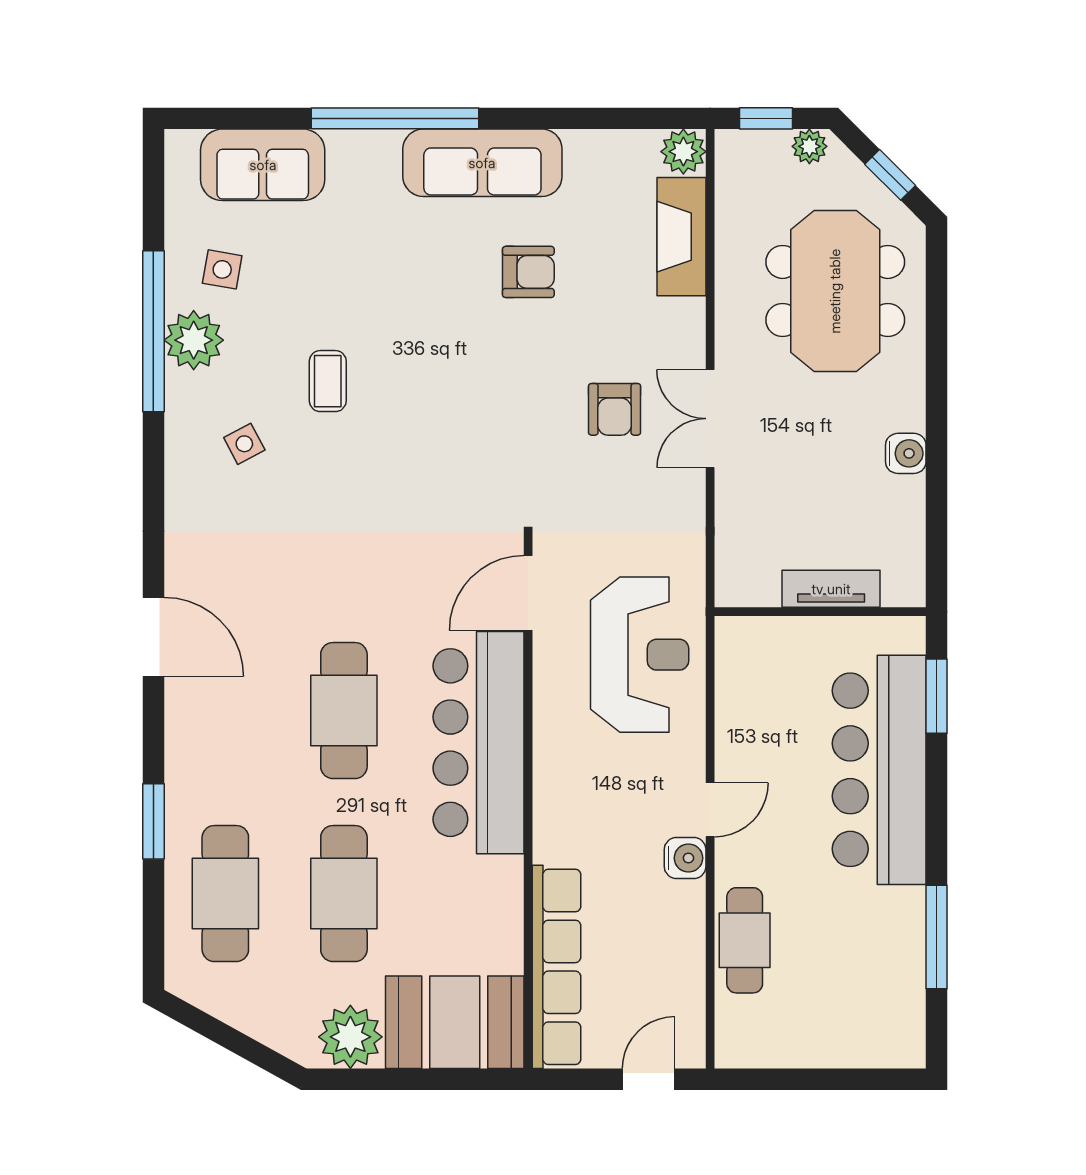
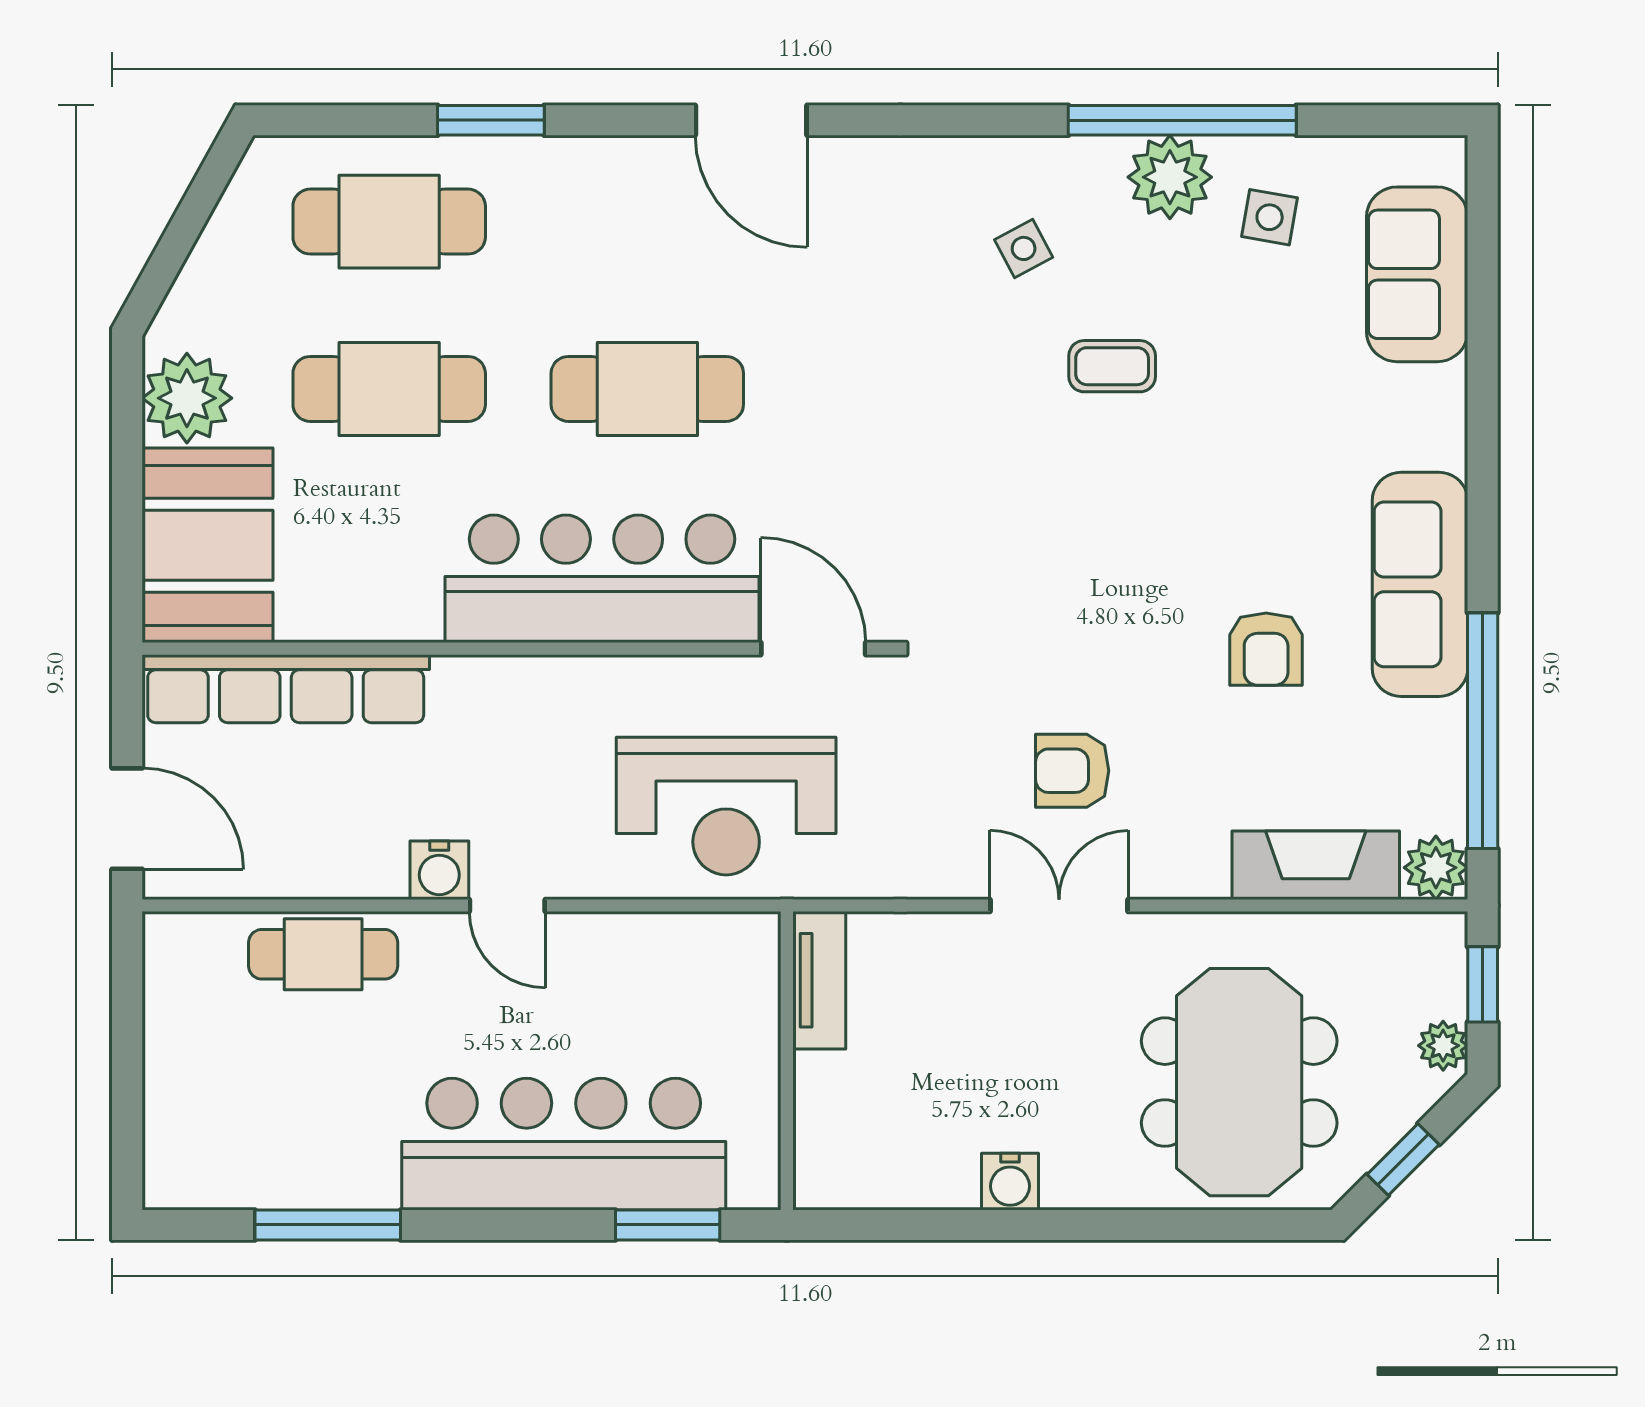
window: (395, 118) -> (1483, 731), moved
meeting table: (835, 291) -> (1239, 1082), turned 90
tv unit: (831, 589) -> (819, 980), moved
door: (153, 637) -> (751, 120), hinge flipped
door: (649, 1079) -> (127, 819), width x1.37

